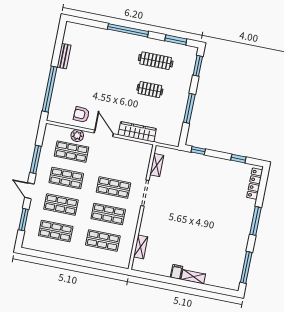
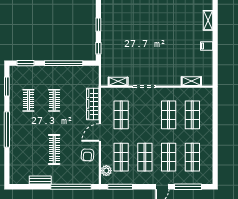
clothes rail: (156, 61) -> (28, 100), width x0.73
clothes rail: (95, 79) -> (54, 150), added
window: (189, 108) -> (64, 63), width x1.46
plant: (77, 136) -> (106, 171), moved
window: (36, 159) -> (120, 187), moved
window: (238, 159) -> (98, 25), moved
shop shelf: (113, 188) -> (121, 115), moved
window: (24, 220) -> (188, 187), width x1.44
shelving: (193, 277) -> (208, 20), moved

